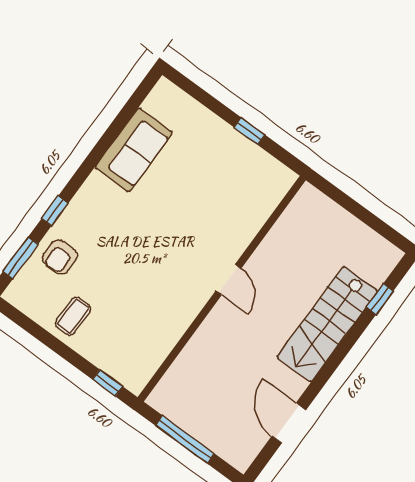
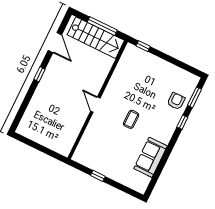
window: (380, 299) -> (39, 74), moved
coffee table: (73, 316) -> (131, 119), moved
stairs: (327, 324) -> (96, 38), moved, turned 90

